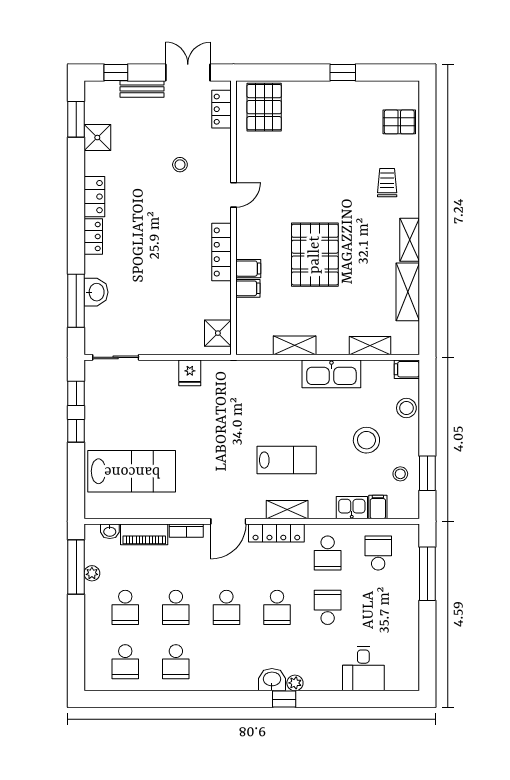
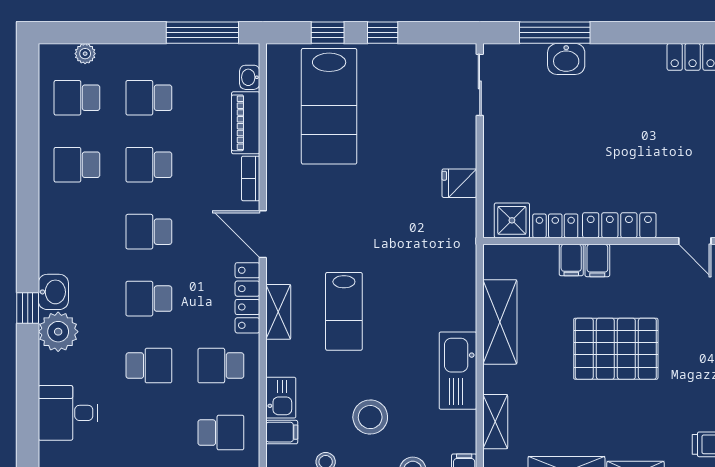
locker: (93, 236) -> (555, 226), moved, turned 180
shelving: (295, 345) -> (500, 322), width x1.50, depth x1.33
window: (76, 393) -> (328, 33), moved
plant: (92, 573) -> (85, 54), moved
plant: (295, 683) -> (58, 332), width x1.87, depth x1.87

